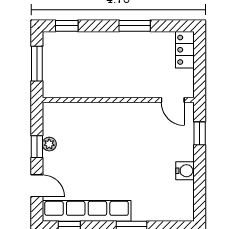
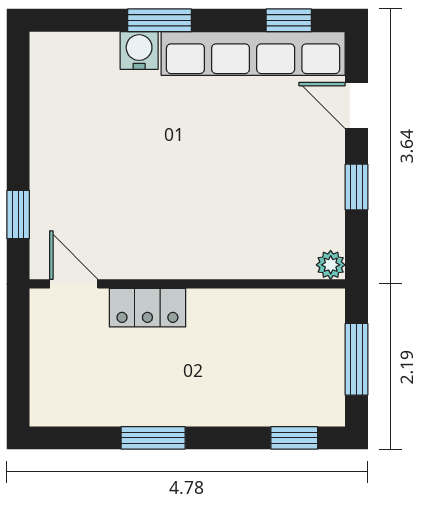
locker: (185, 50) -> (147, 308), moved, turned 90
plant: (49, 144) -> (331, 265), moved
water cooler: (185, 171) -> (139, 51), moved, turned 90

